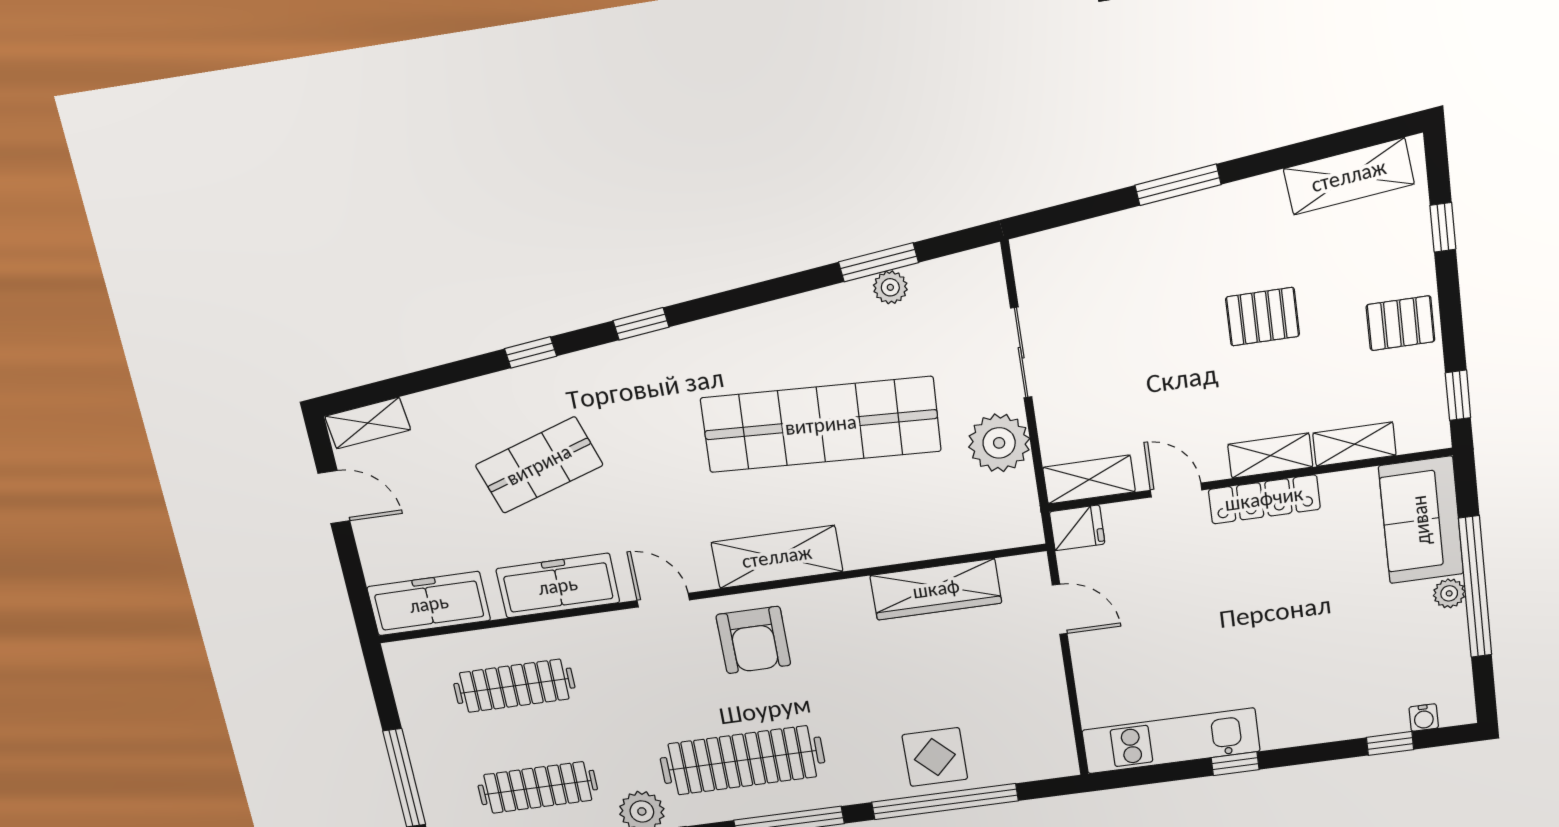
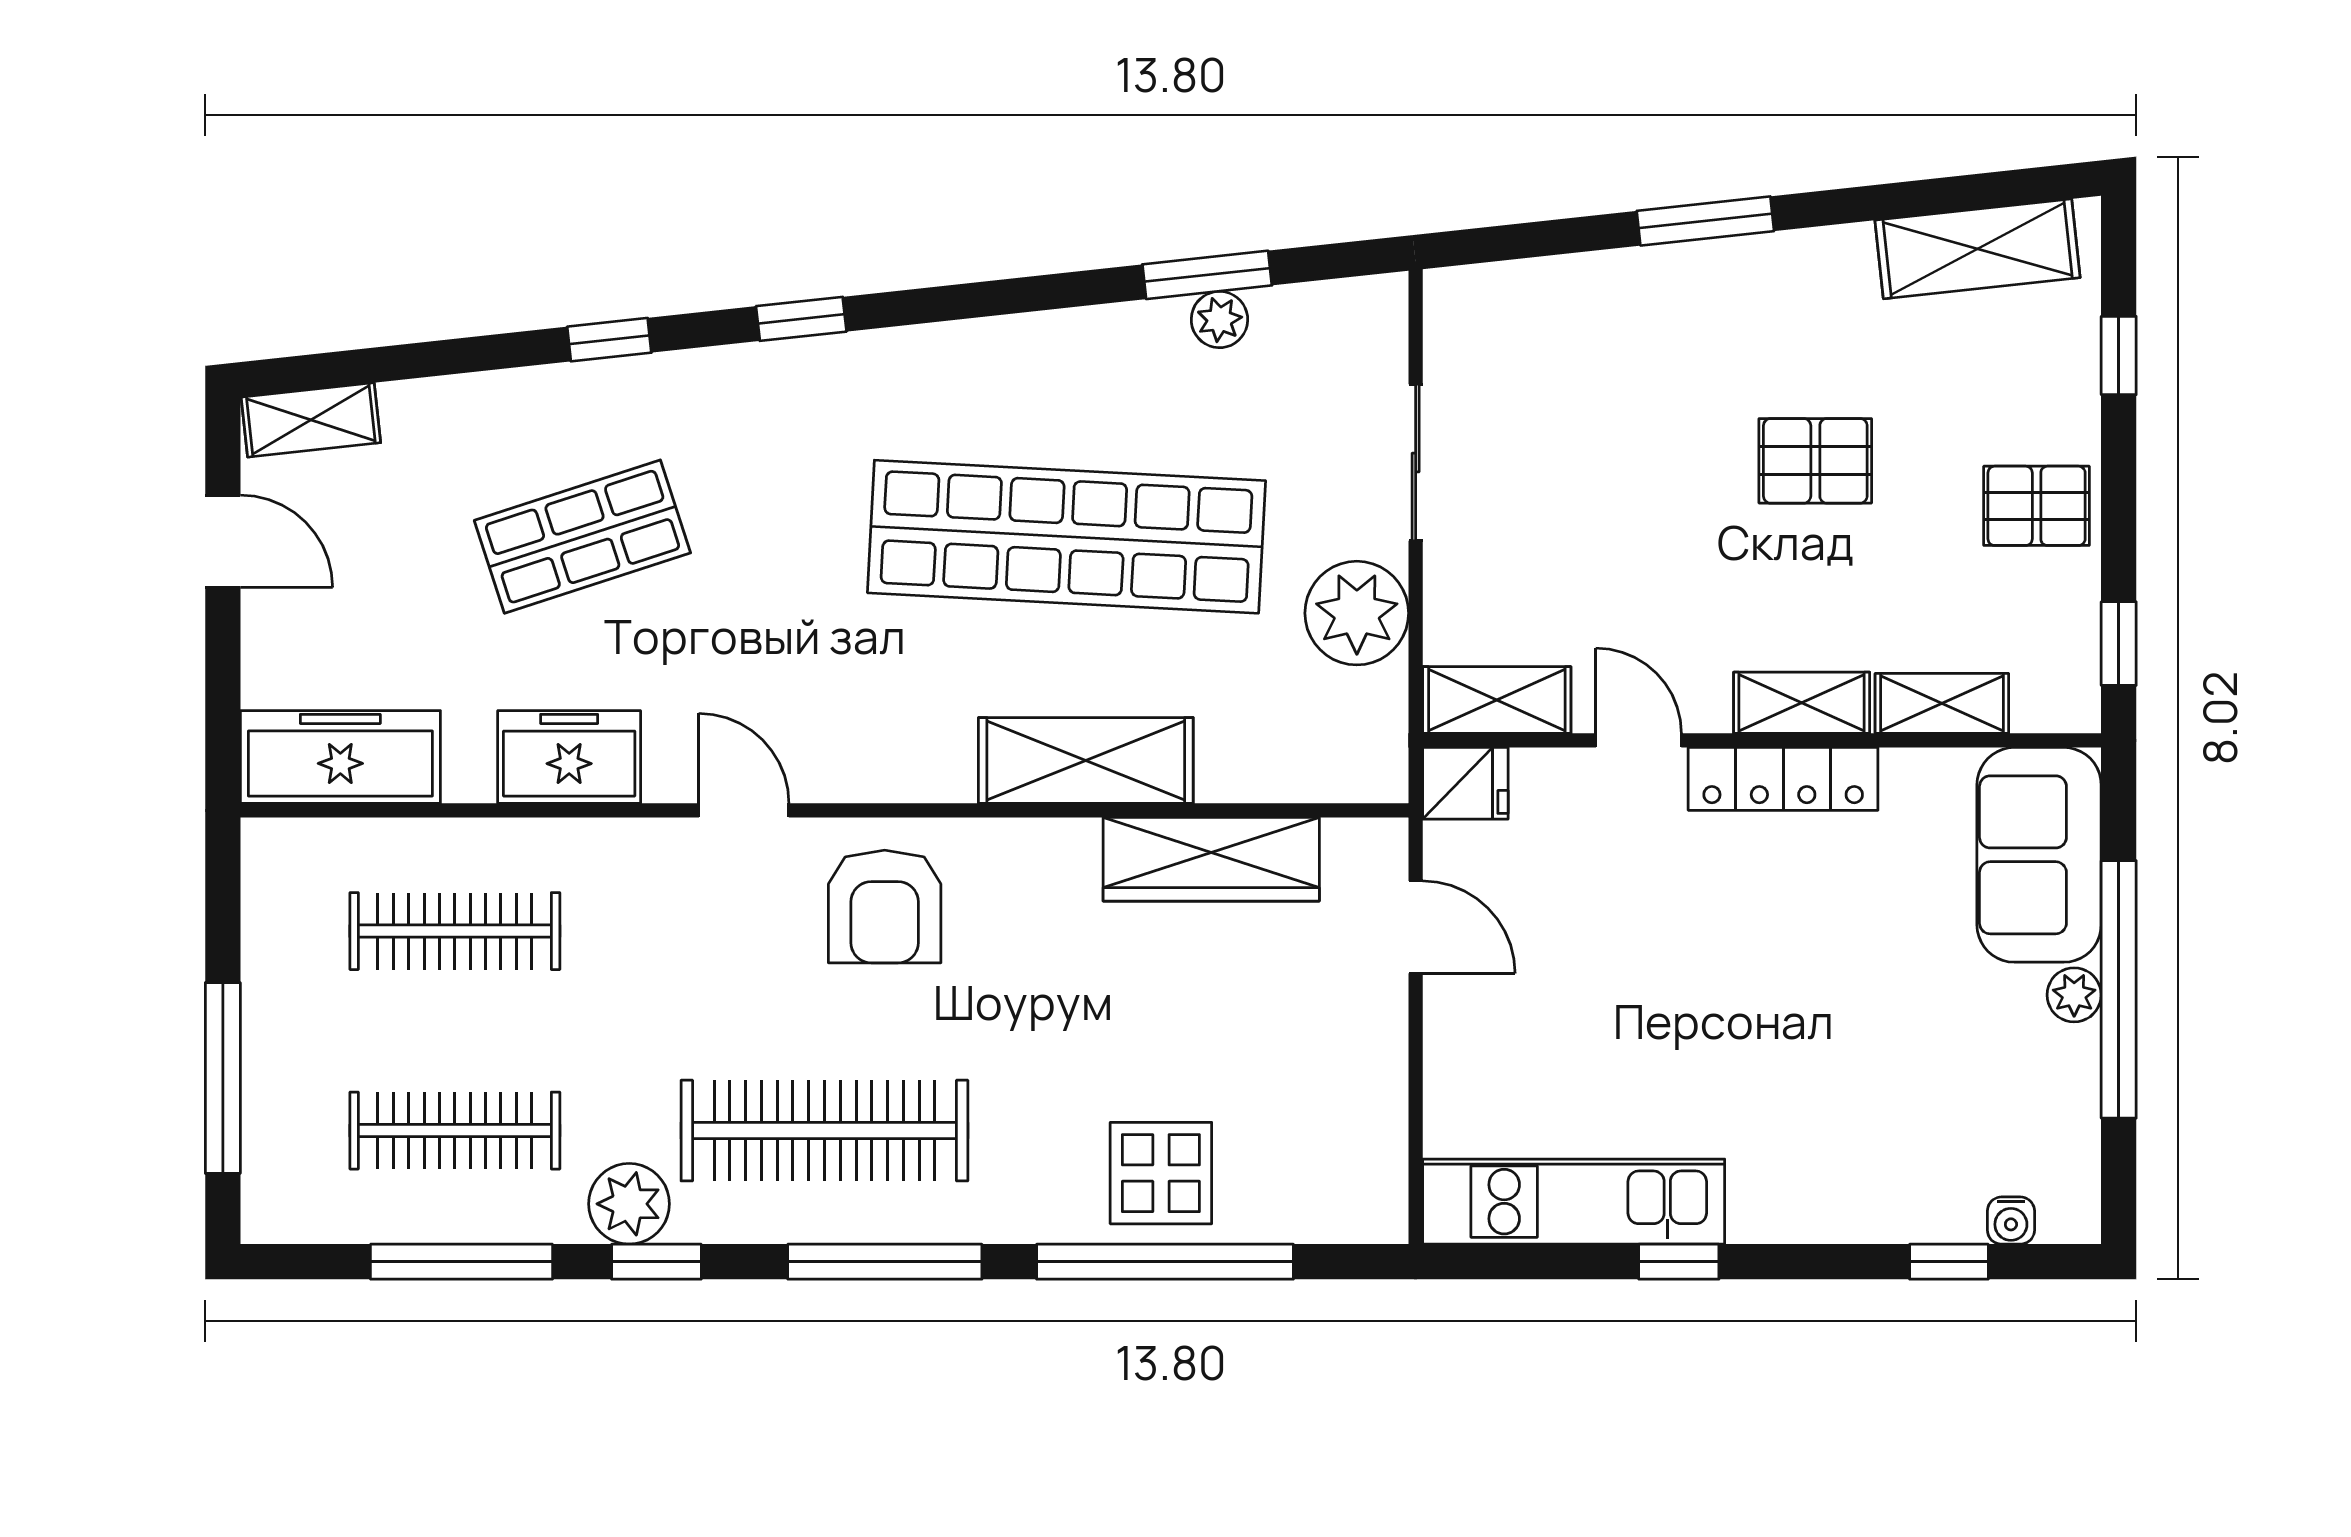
shelving: (777, 557) -> (1086, 760), moved
freezer: (558, 586) -> (569, 757), width x0.71

